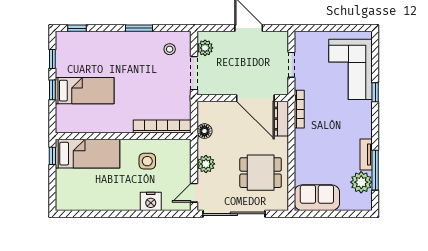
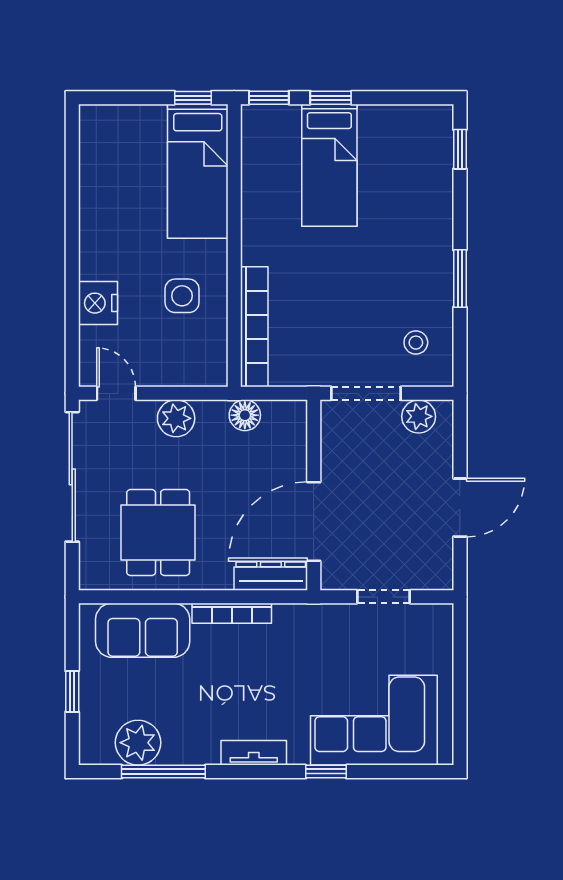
window: (52, 59) -> (269, 98), moved
bookcase: (299, 109) -> (232, 613), moved
tv unit: (366, 155) -> (254, 753), moved
sofa: (317, 198) -> (143, 630), moved, turned 90
window: (337, 214) -> (72, 691), added

